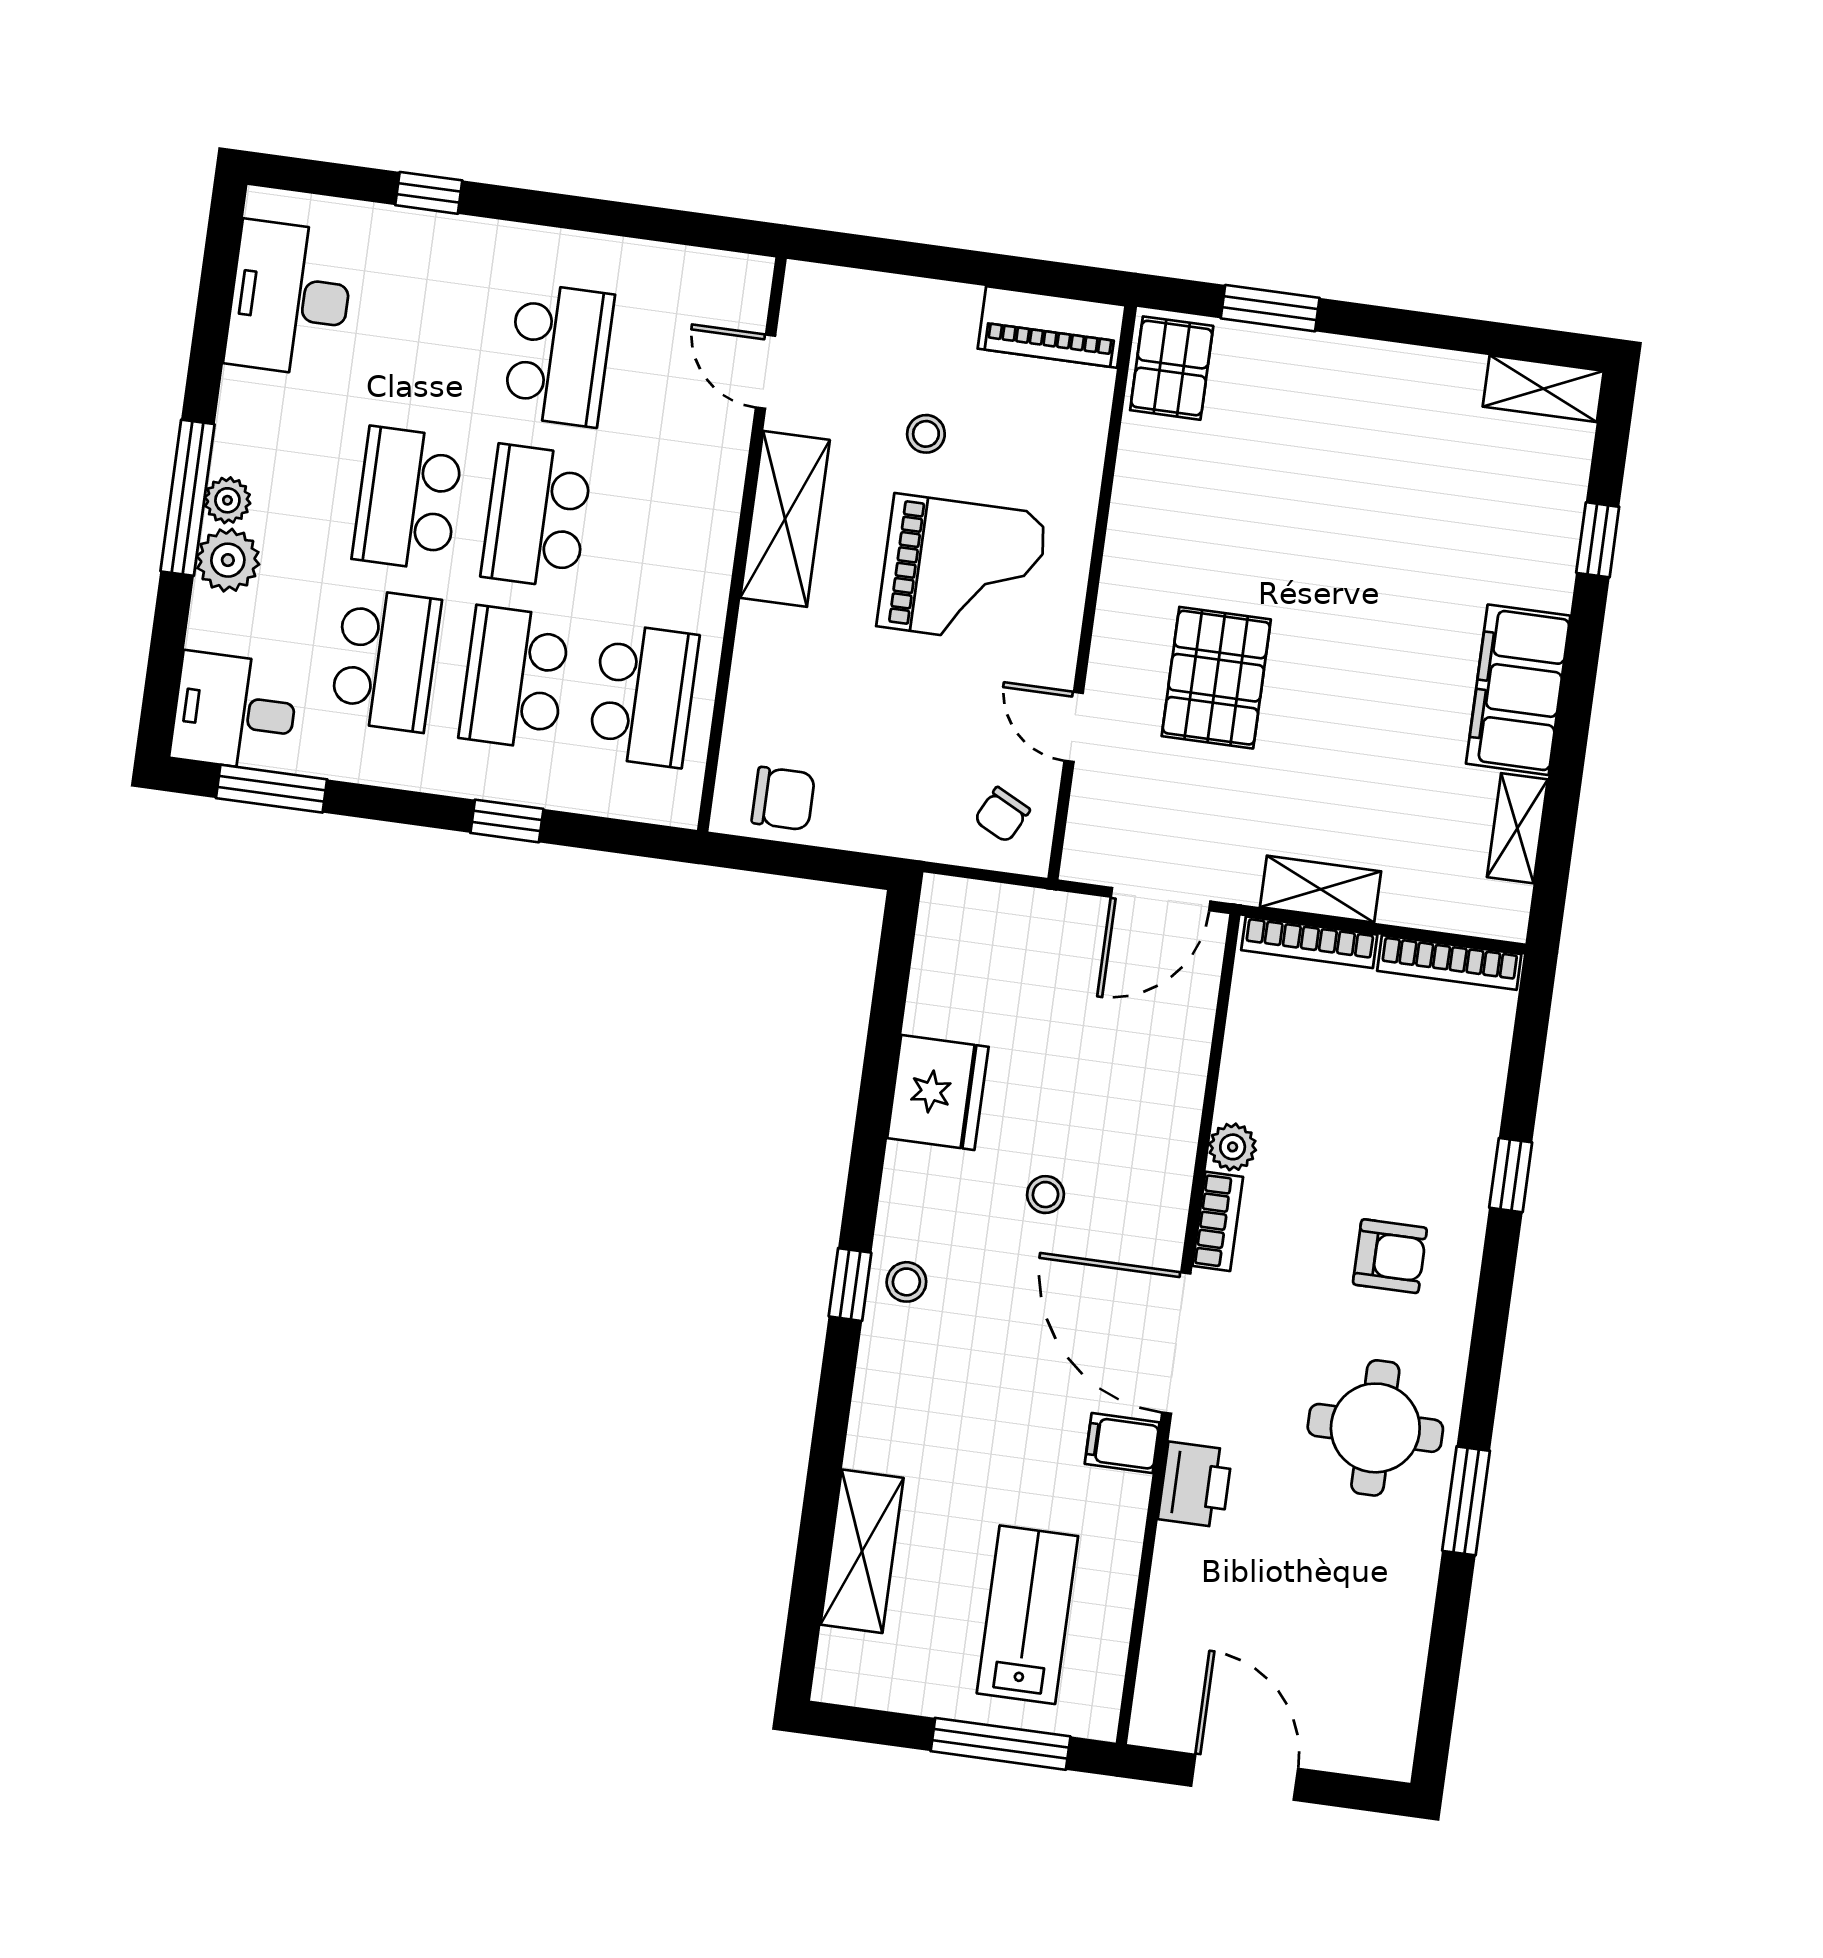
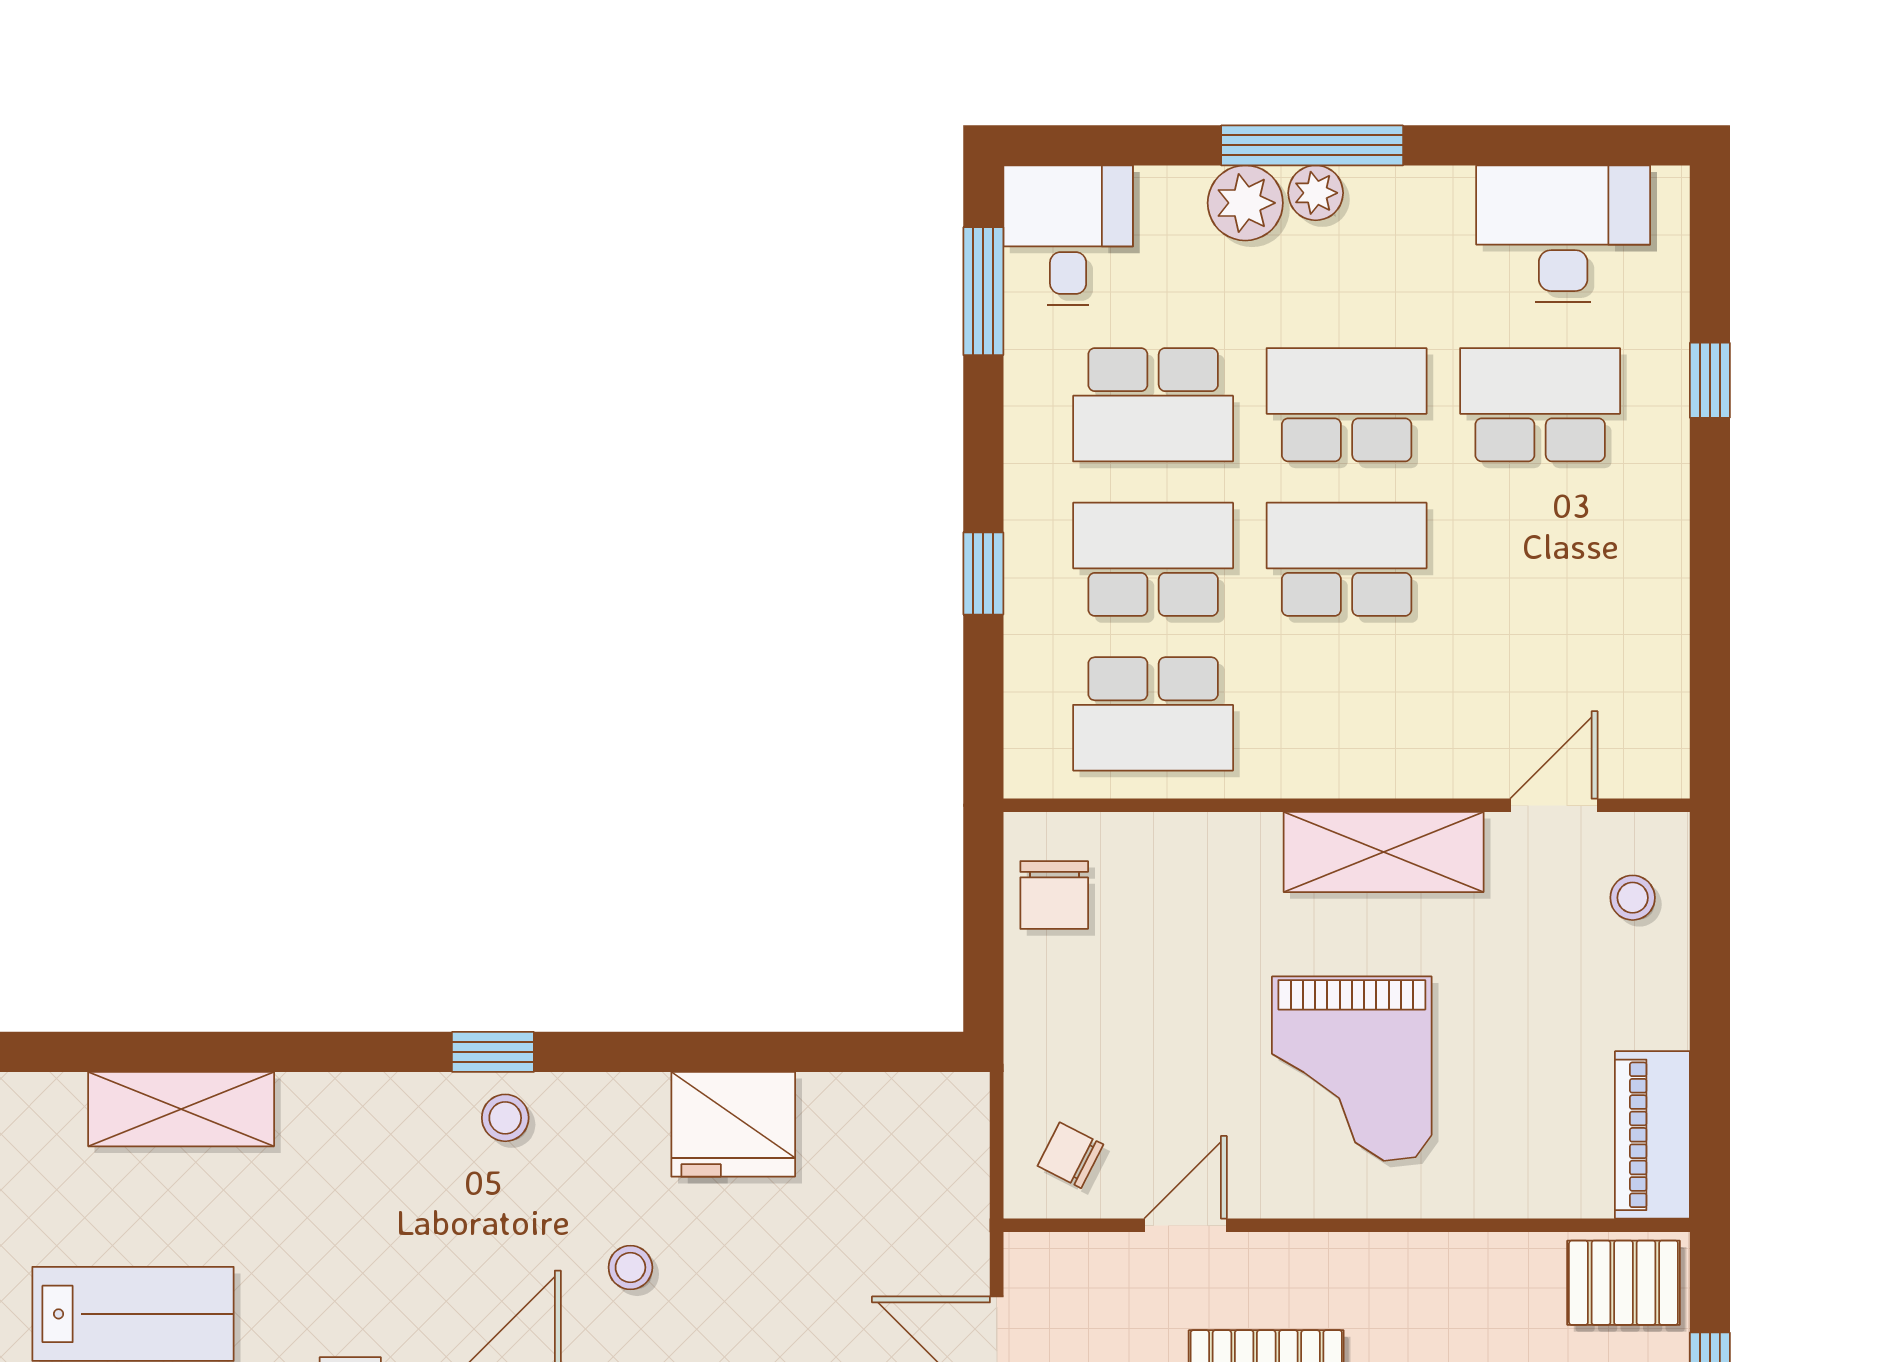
school desk: (559, 355) -> (1540, 405), moved, turned 180
stool: (926, 434) -> (1633, 898), moved

